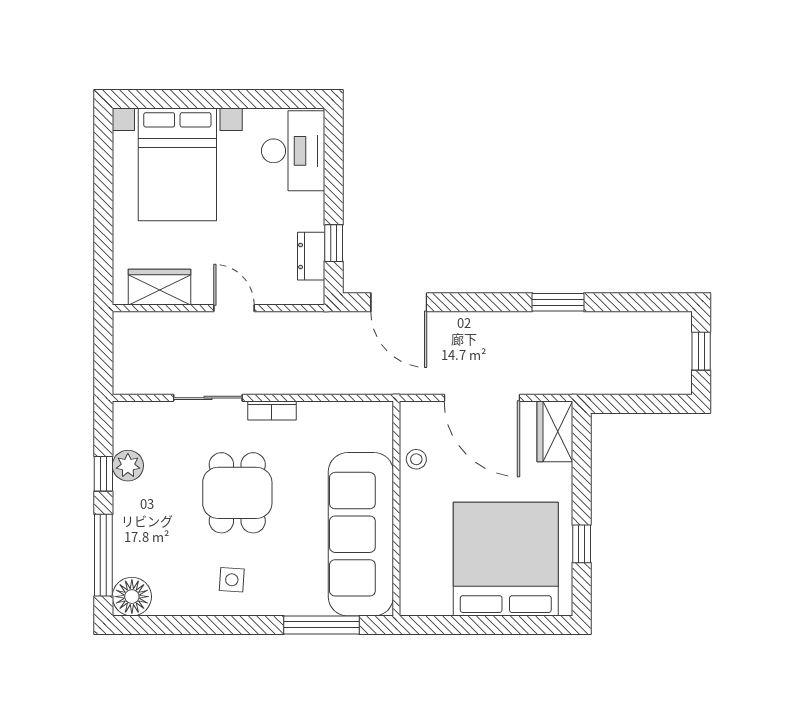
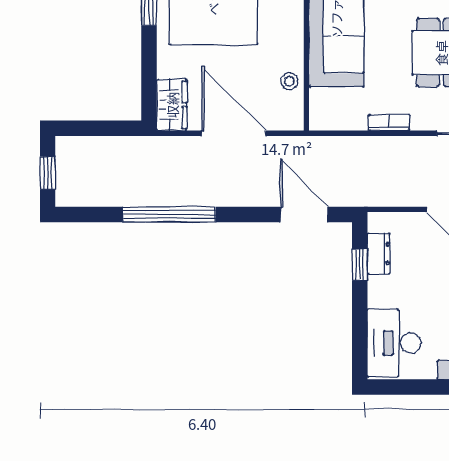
window: (558, 302) -> (169, 214), width x2.11
bookcase: (272, 411) -> (389, 123), moved

